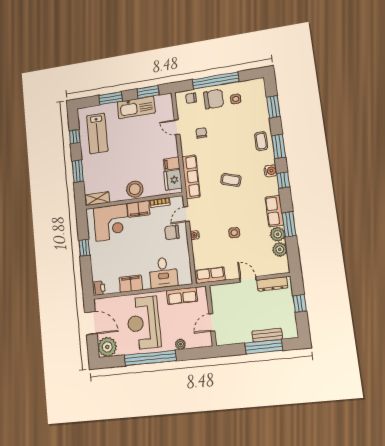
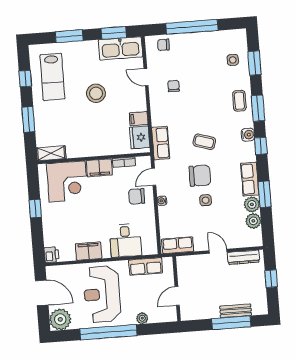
chair: (214, 99) -> (200, 176), moved
side table: (236, 99) -> (233, 60), moved
kitchen sink: (136, 107) -> (120, 48), moved
row of seats: (191, 177) -> (161, 143), width x0.68
stool: (135, 189) -> (96, 93), moved

